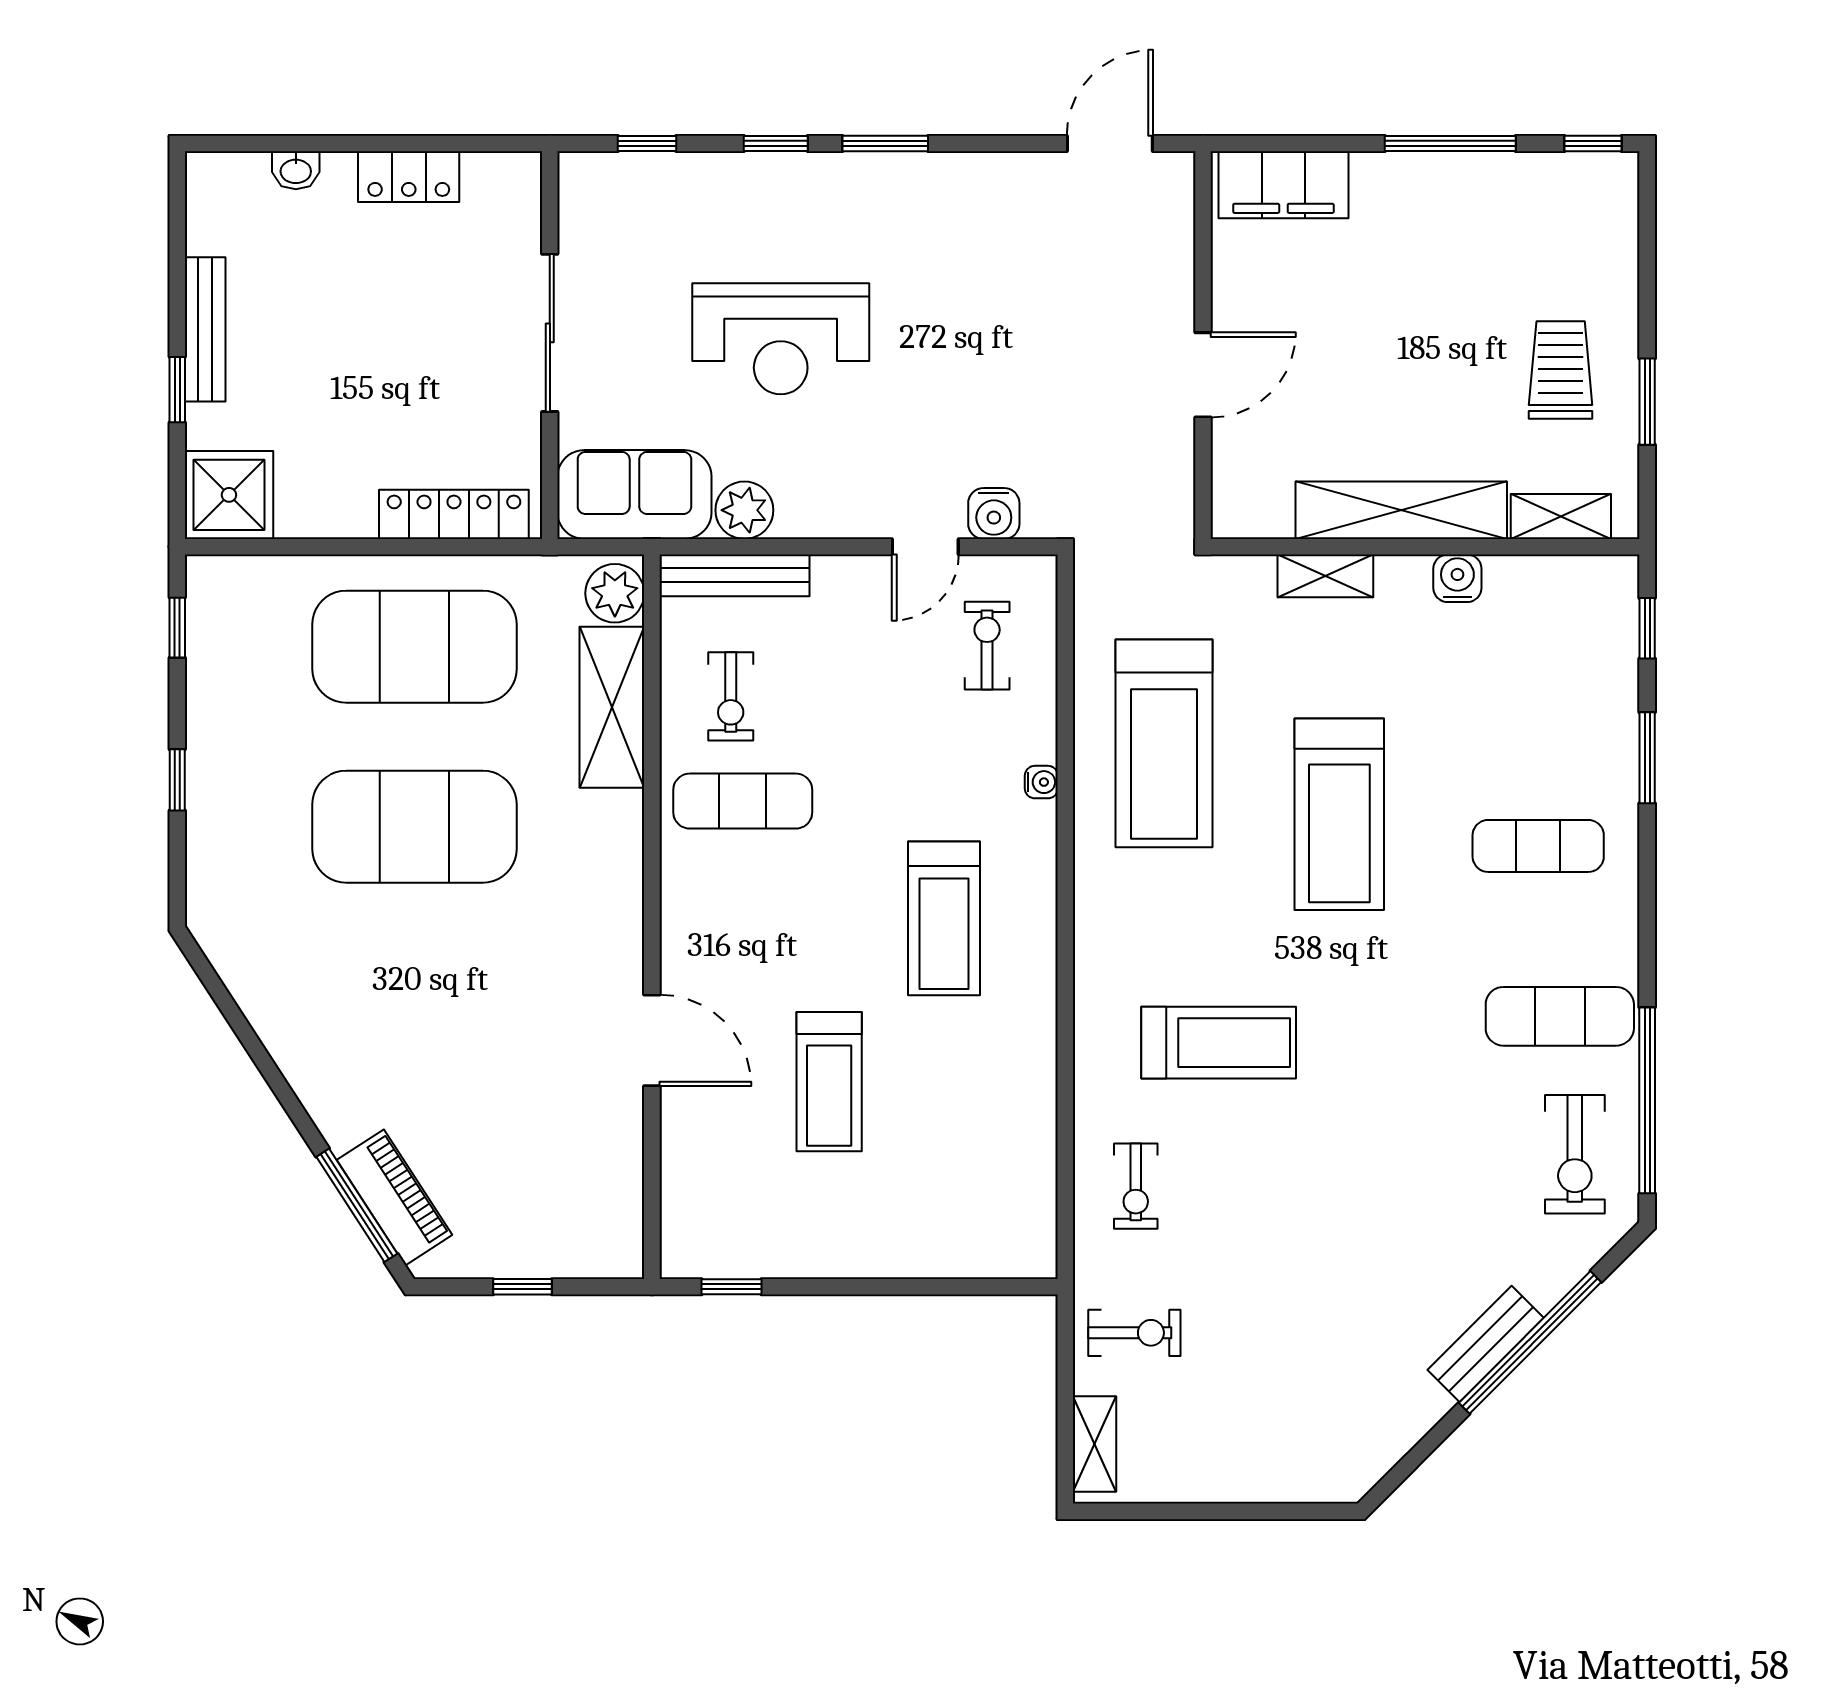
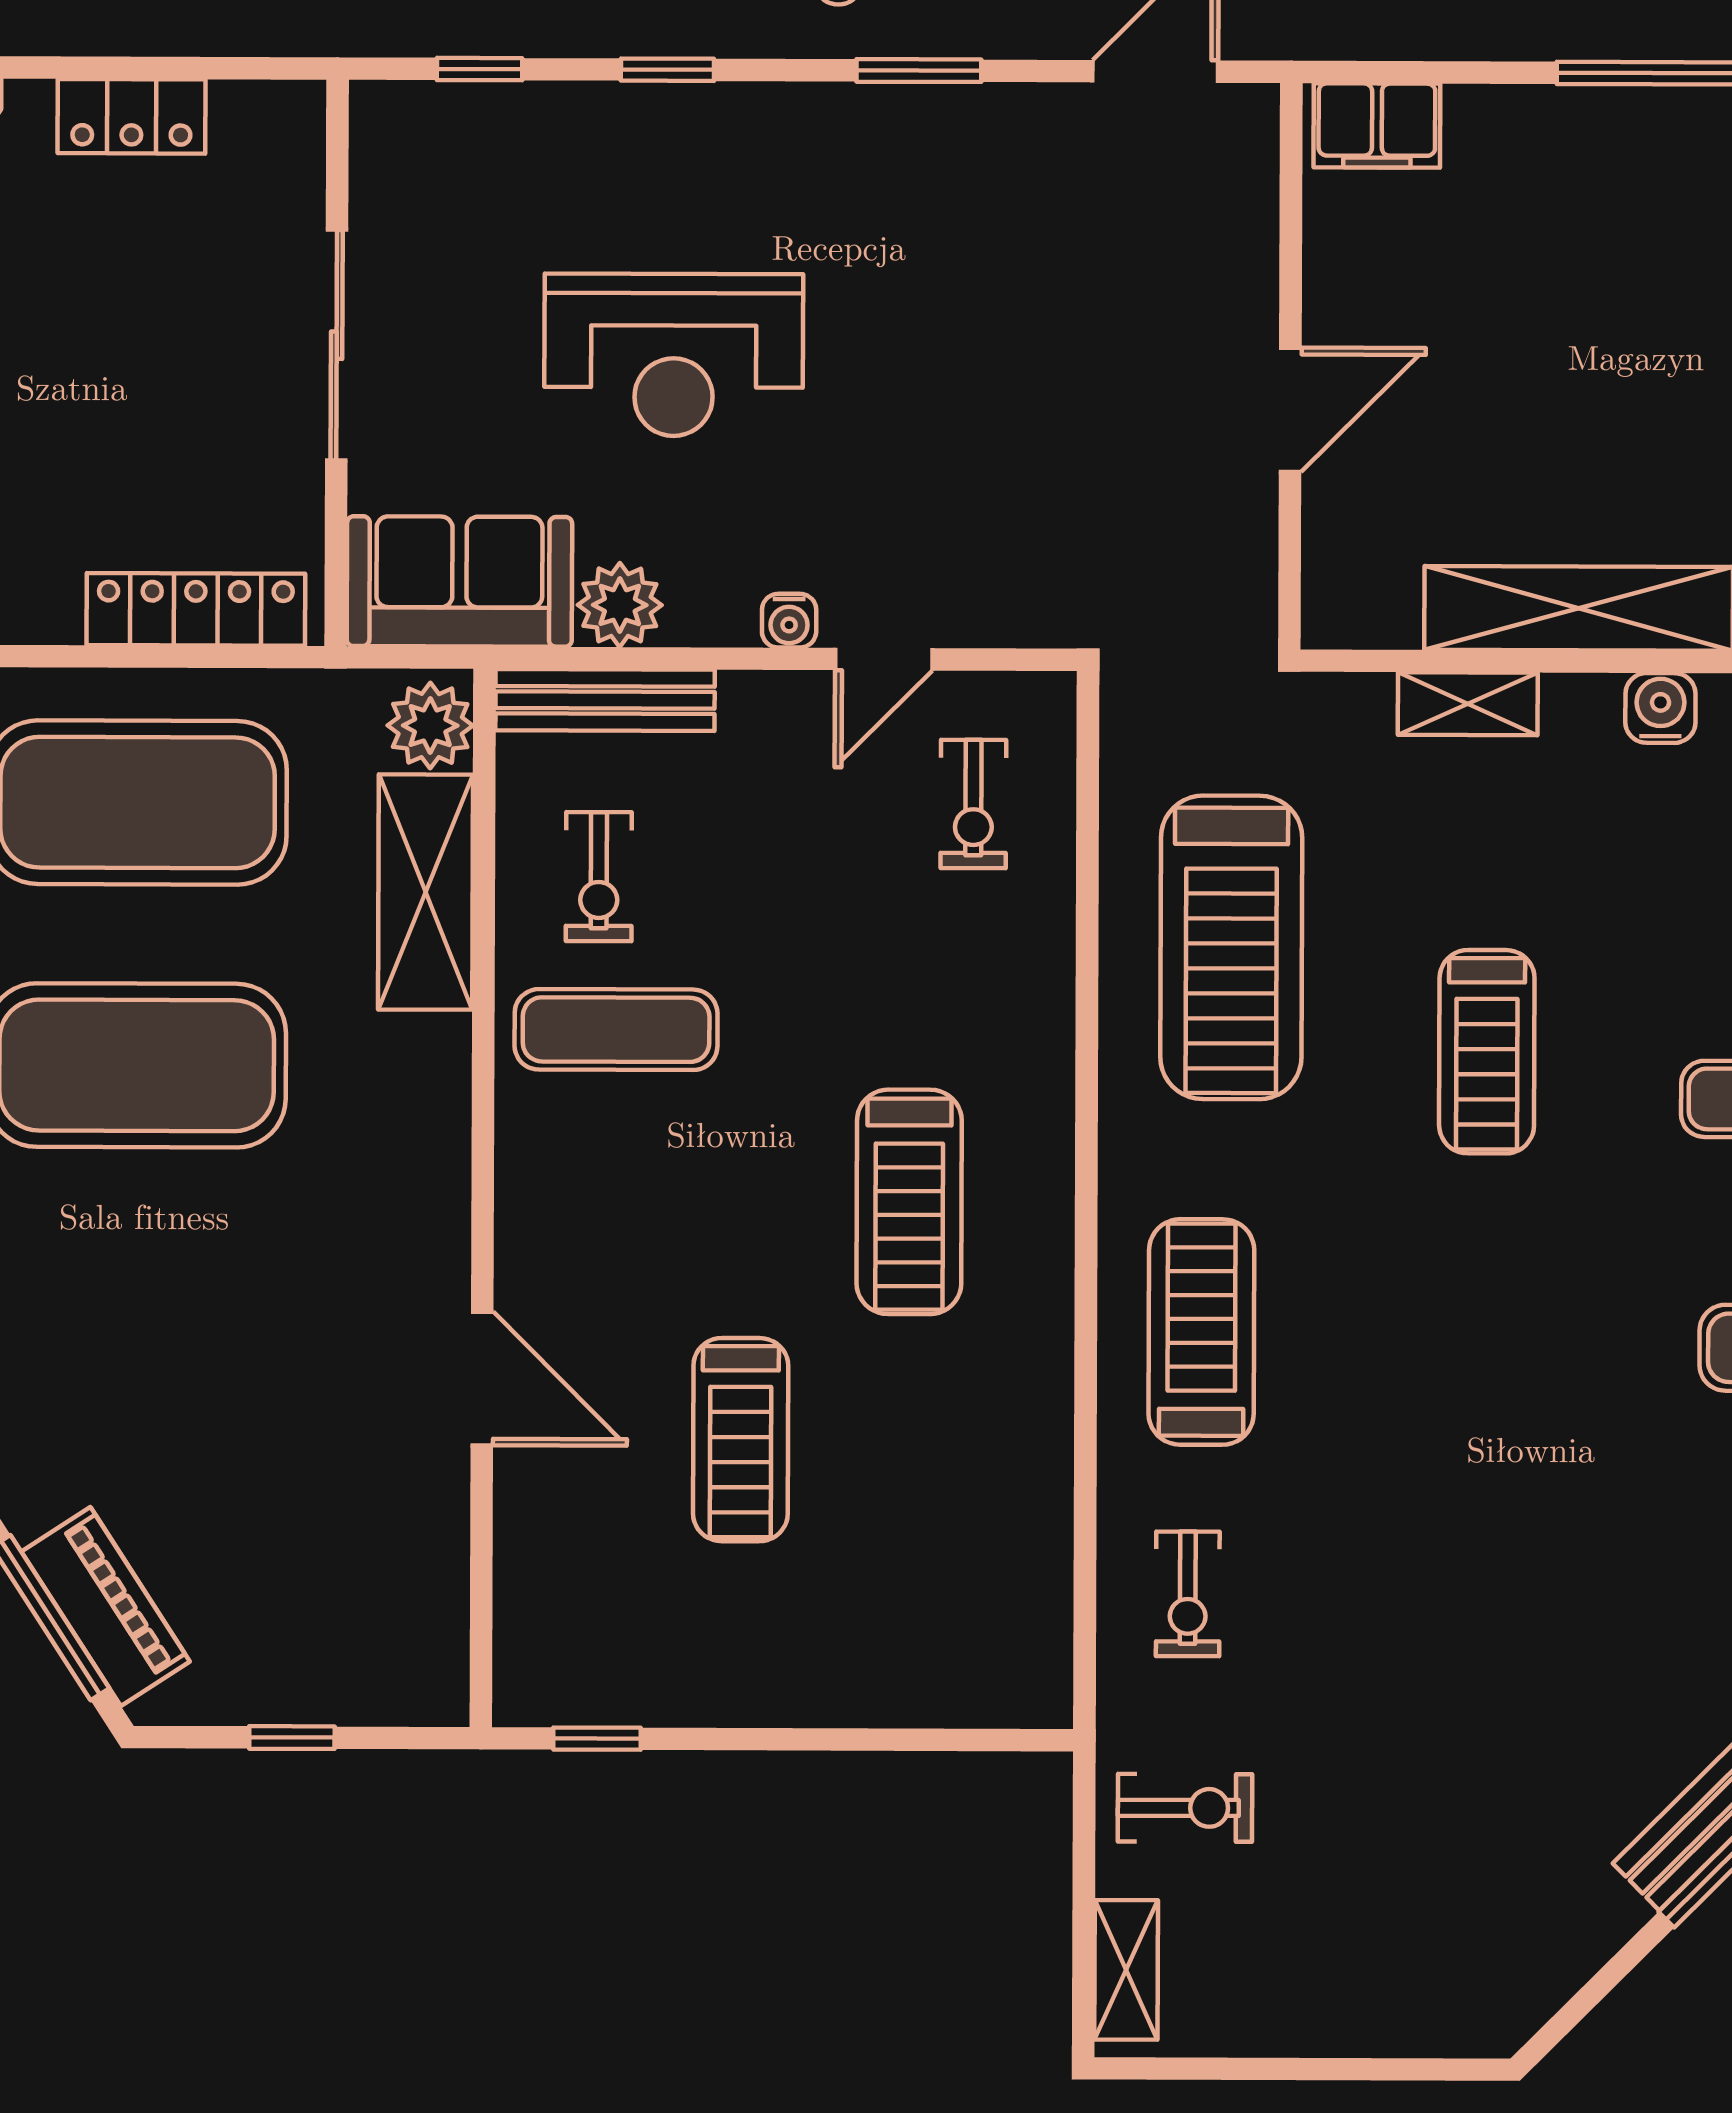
window: (885, 143) -> (919, 71), moved
filing cabinet: (1283, 185) -> (1377, 125), width x0.67, depth x0.86
water cooler: (994, 513) -> (789, 621), moved, width x0.72, depth x0.72
exercise bike: (987, 646) -> (973, 804), turned 180
water cooler: (1041, 782) -> (1052, 1003), removed
treadmill: (1339, 814) -> (1487, 1052), width x0.73, depth x0.73
treadmill: (1219, 1043) -> (1201, 1332), moved, turned -90

